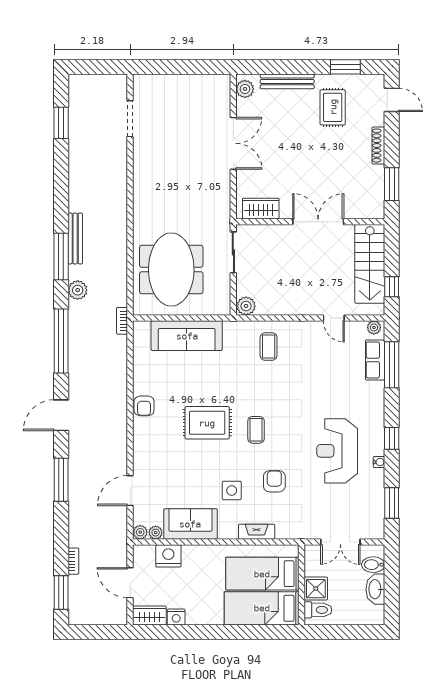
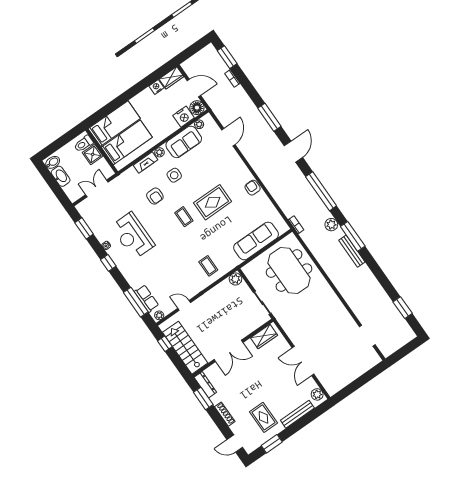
dresser: (377, 200) -> (205, 385), added
reception desk: (337, 451) -> (133, 236), turned 180
plant: (140, 532) -> (159, 152), moved
floor lamp: (144, 555) -> (197, 108), added
bidet: (373, 565) -> (53, 162), moved

